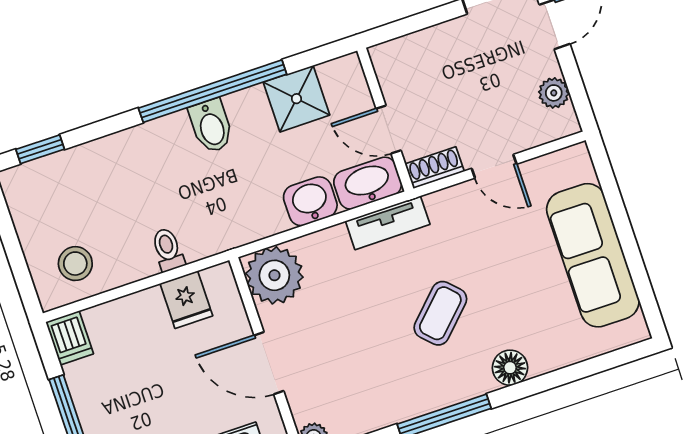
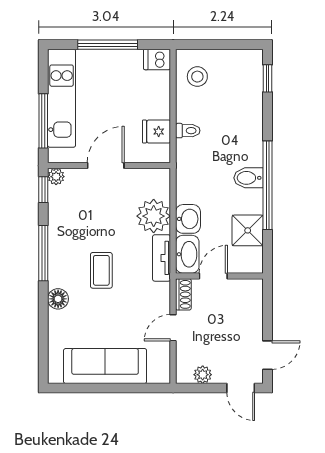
plant: (274, 275) -> (154, 216), moved
coffee table: (440, 313) -> (101, 270), turned 45

